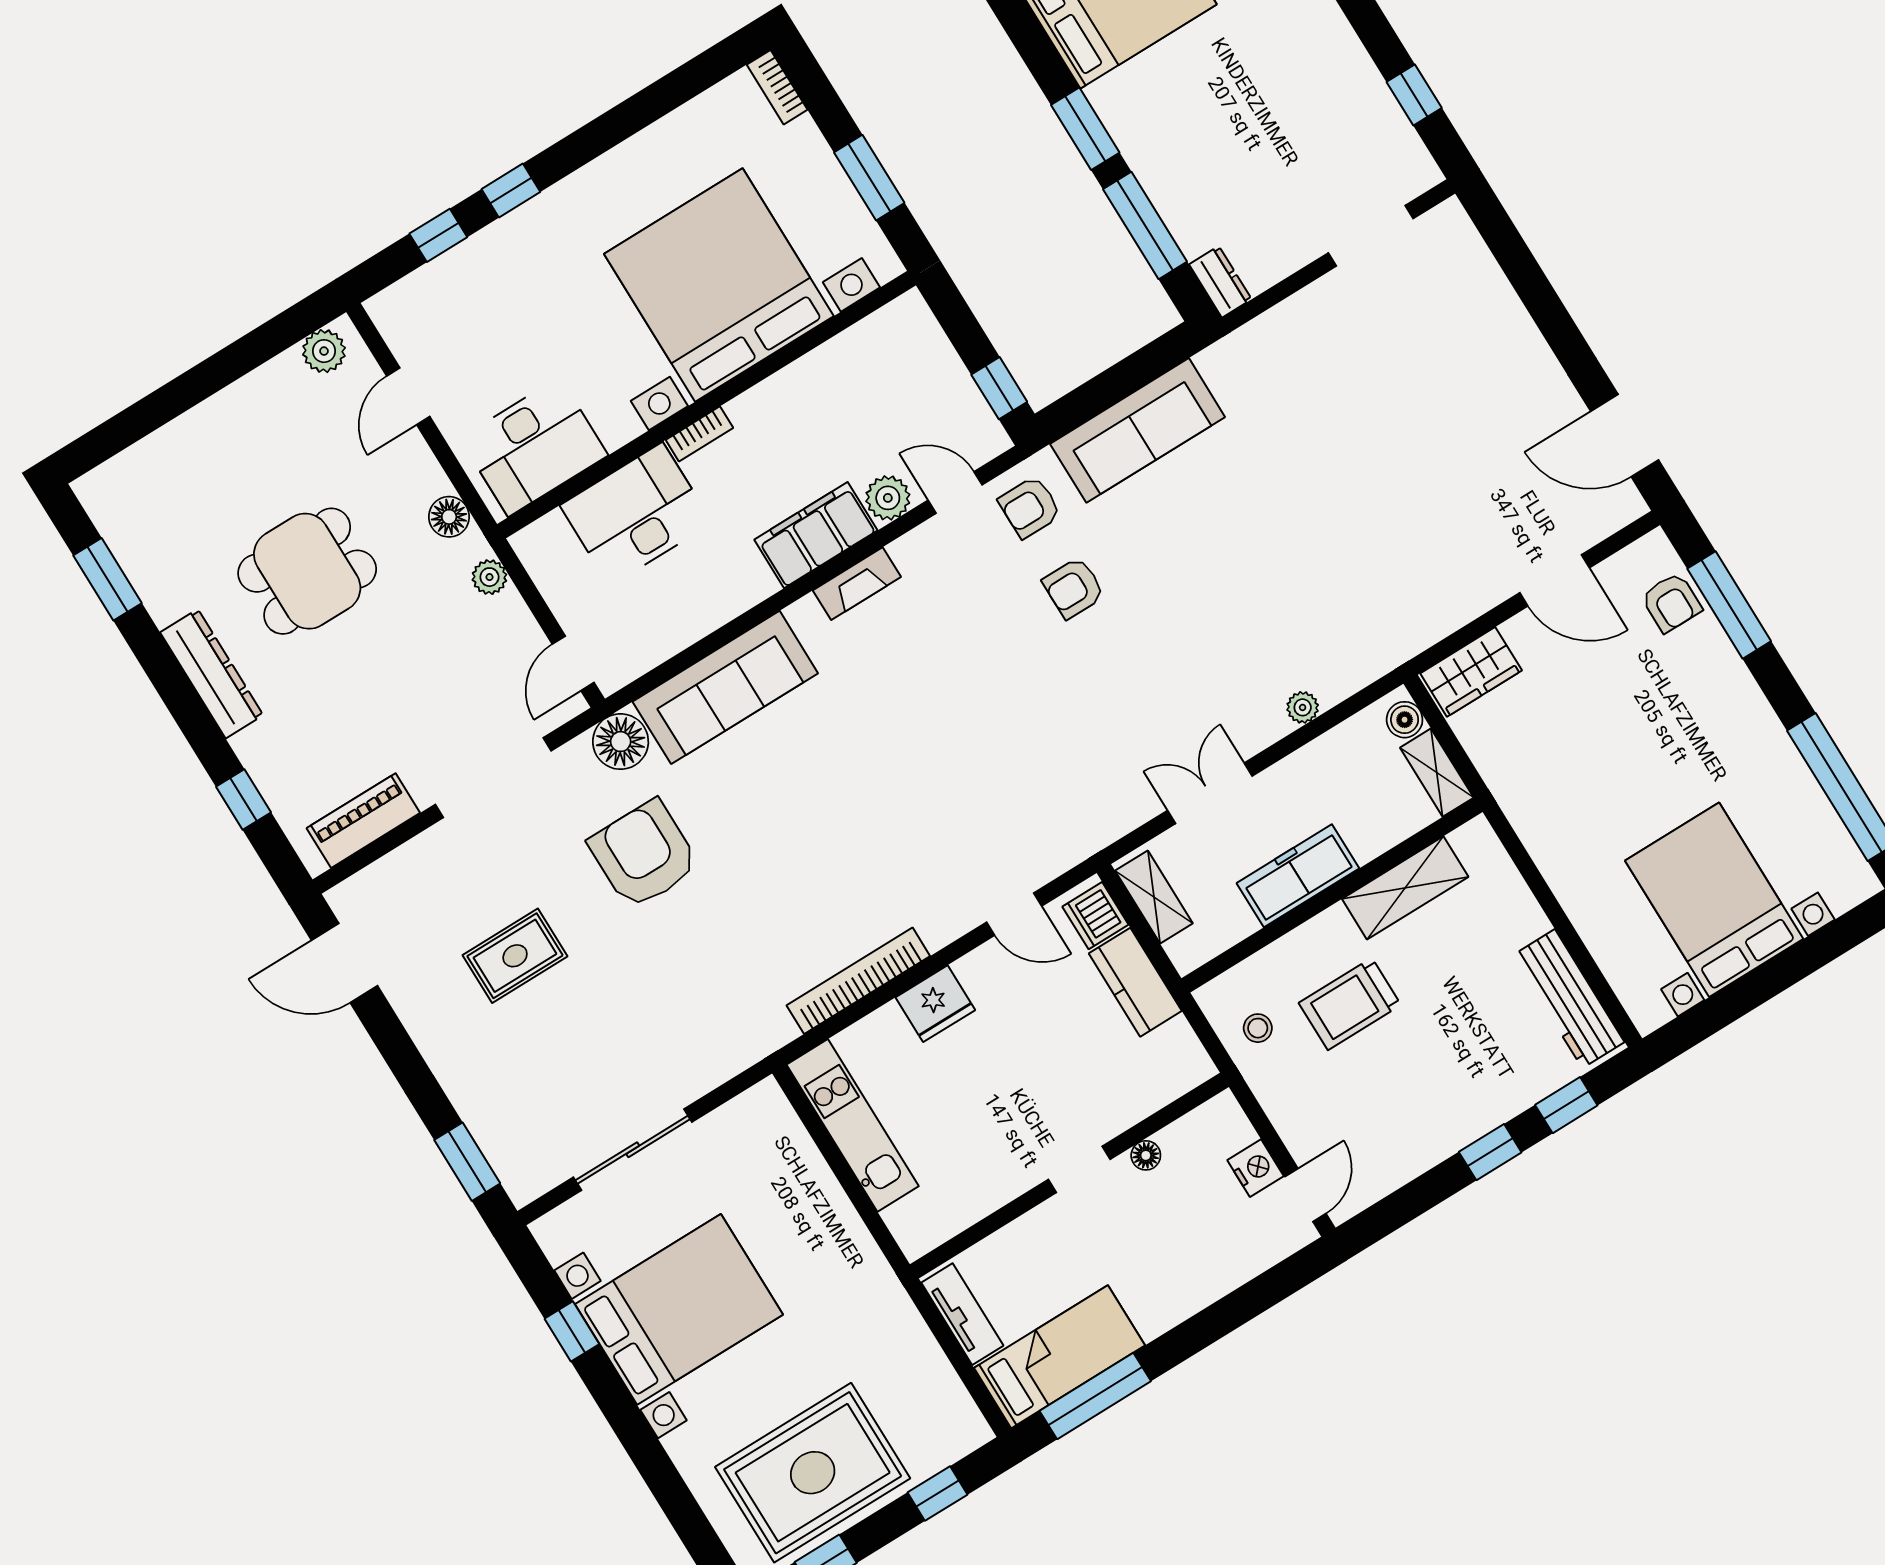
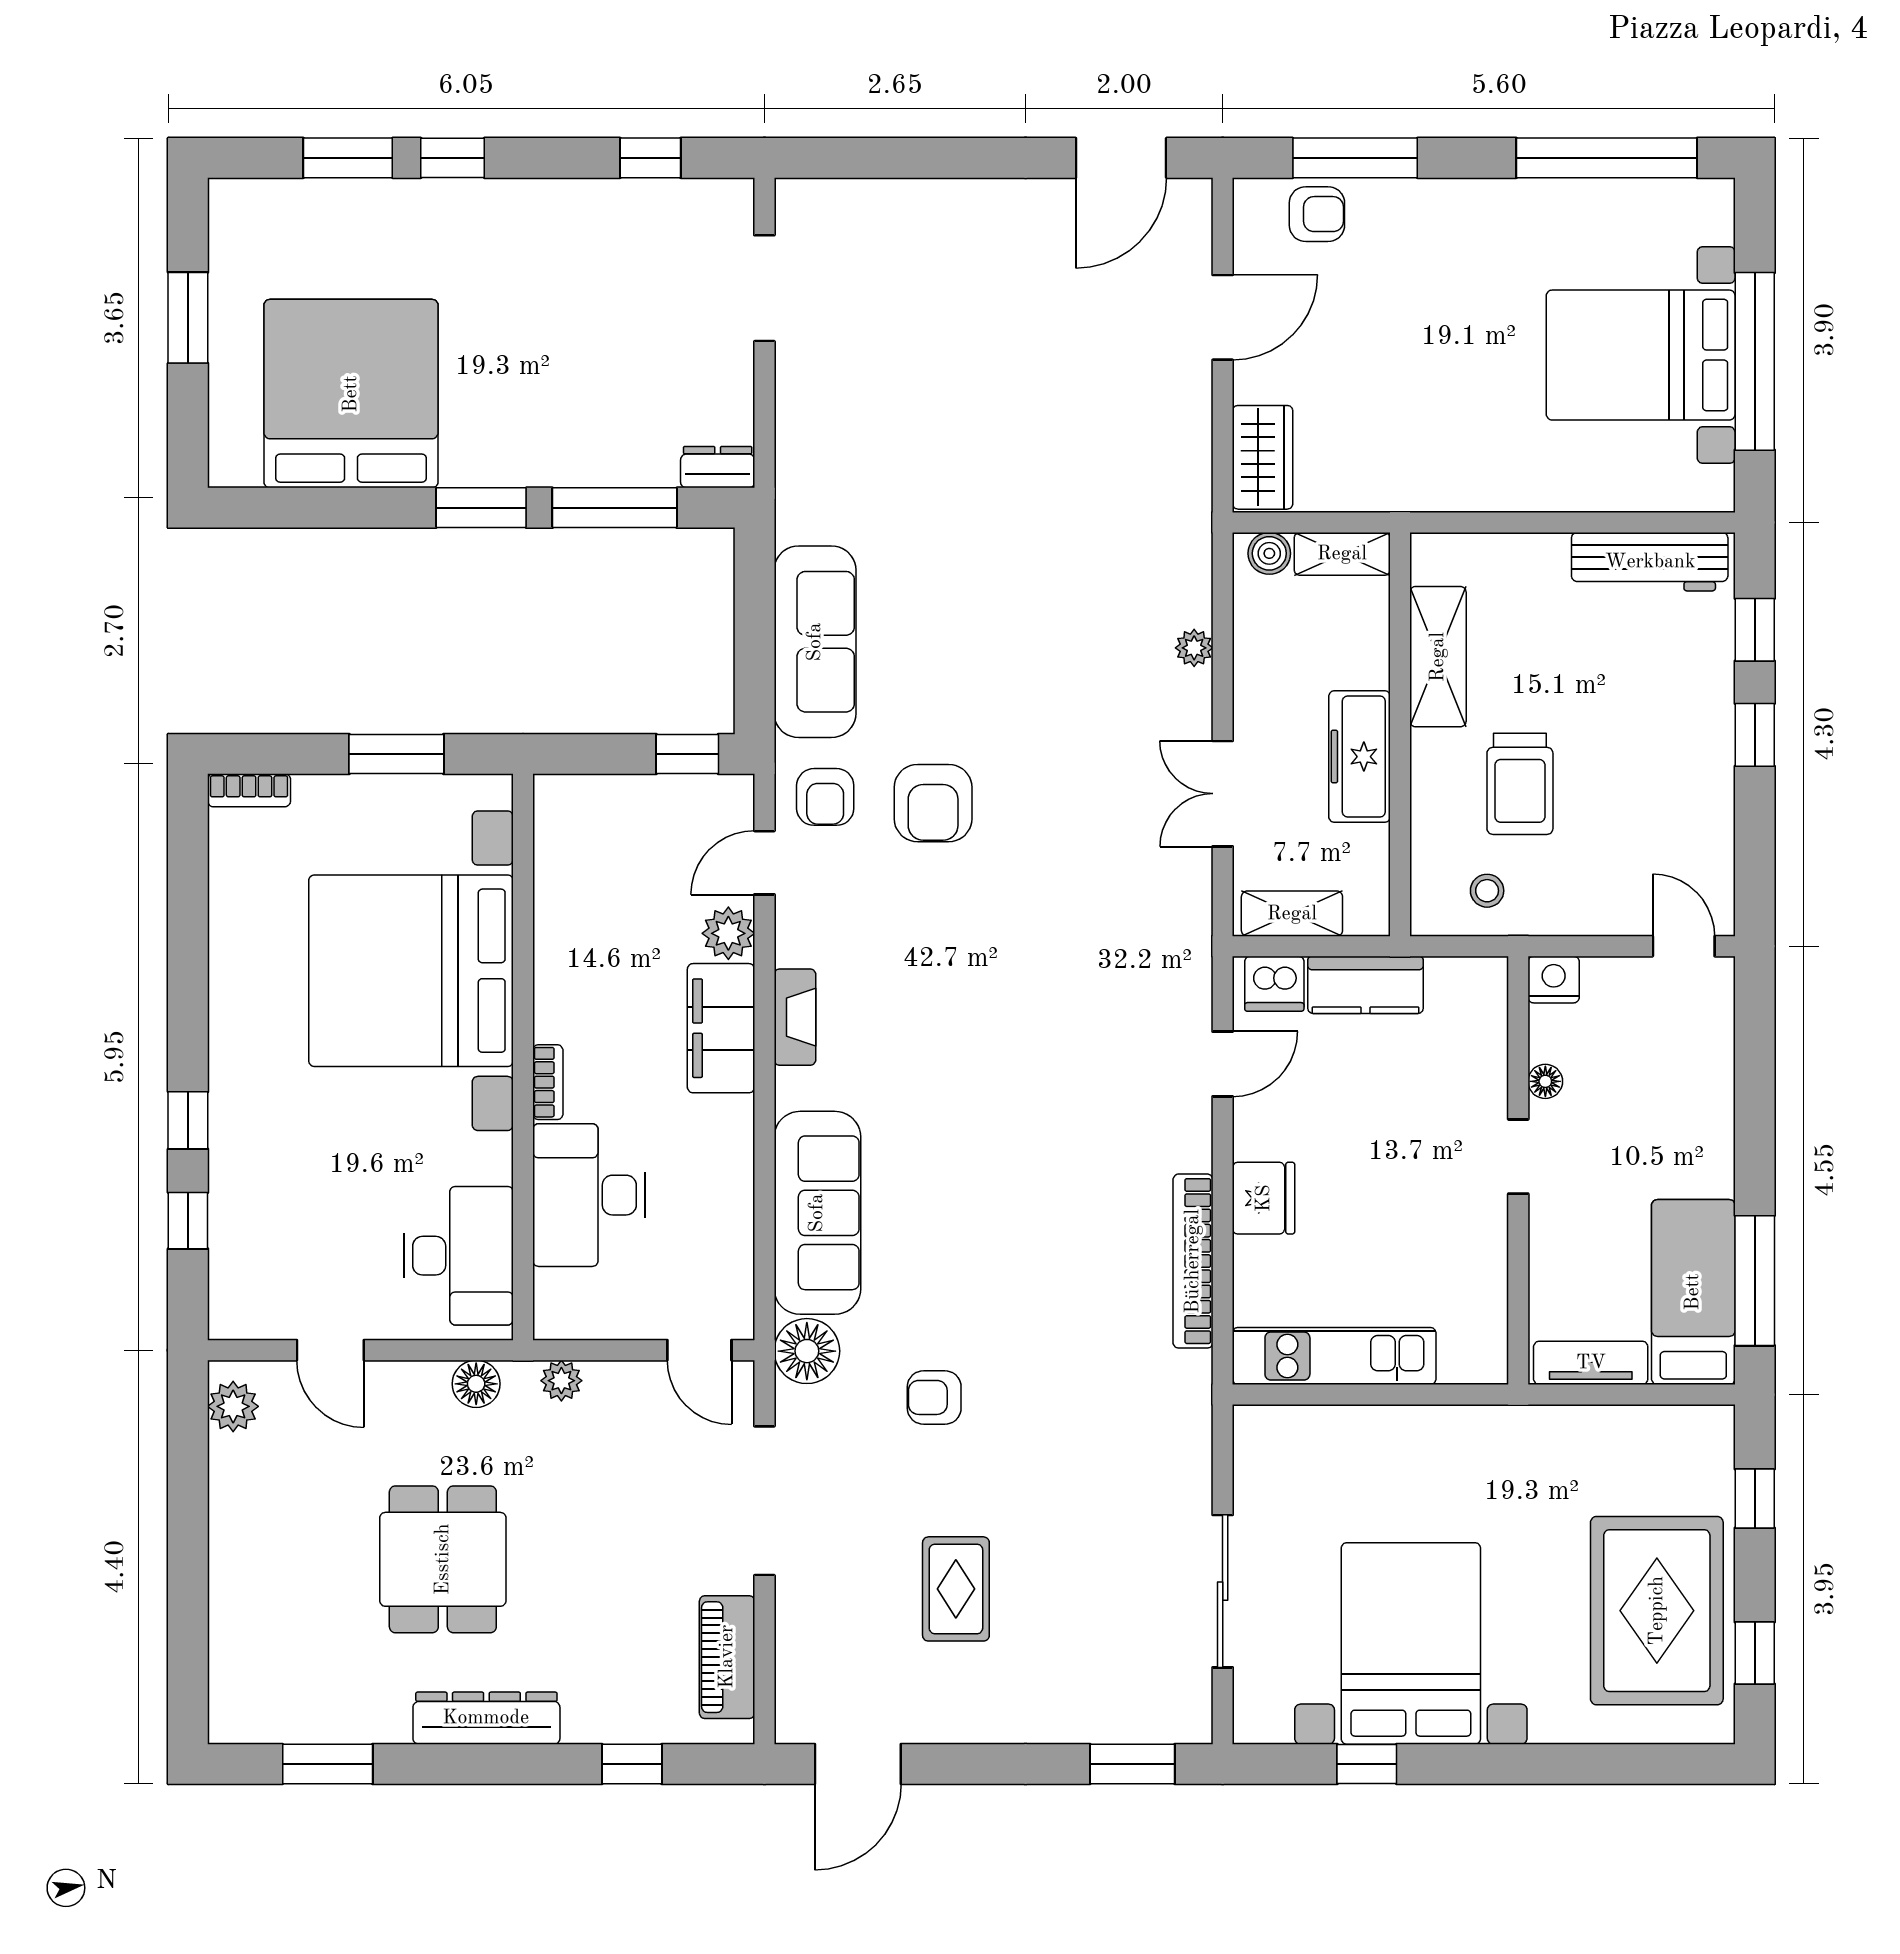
armchair: (1074, 588) -> (933, 803), width x1.38, depth x1.38
armchair: (644, 854) -> (934, 1397), width x0.53, depth x0.53
window: (1760, 985) -> (1755, 361), added
nightstand: (1255, 1168) -> (1554, 980), moved

